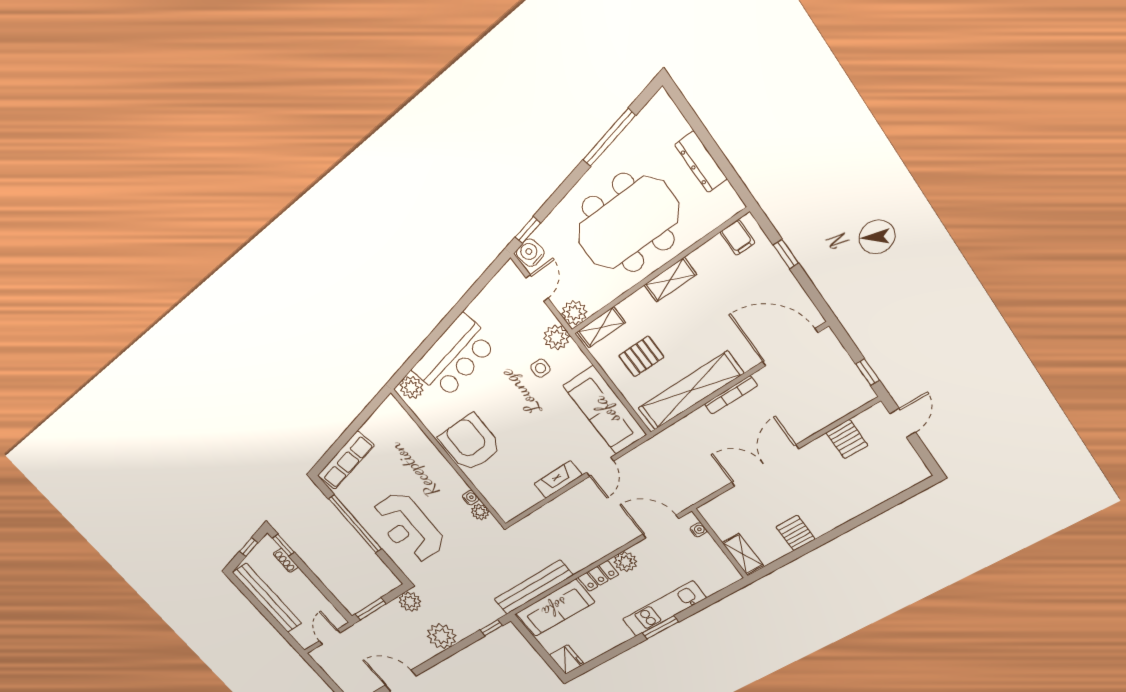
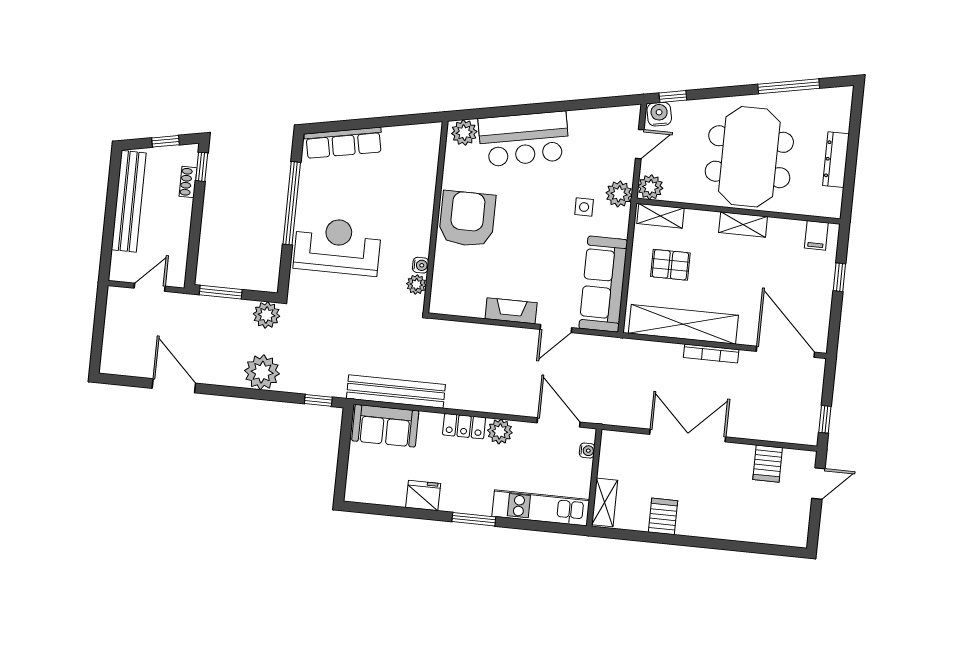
meeting table: (628, 223) -> (749, 157), turned 90
reception desk: (408, 528) -> (337, 246), turned 90
sofa: (555, 608) -> (385, 426), width x0.73
kitchen unit: (664, 609) -> (541, 508), moved
fridge: (567, 659) -> (423, 495), moved, turned -90

